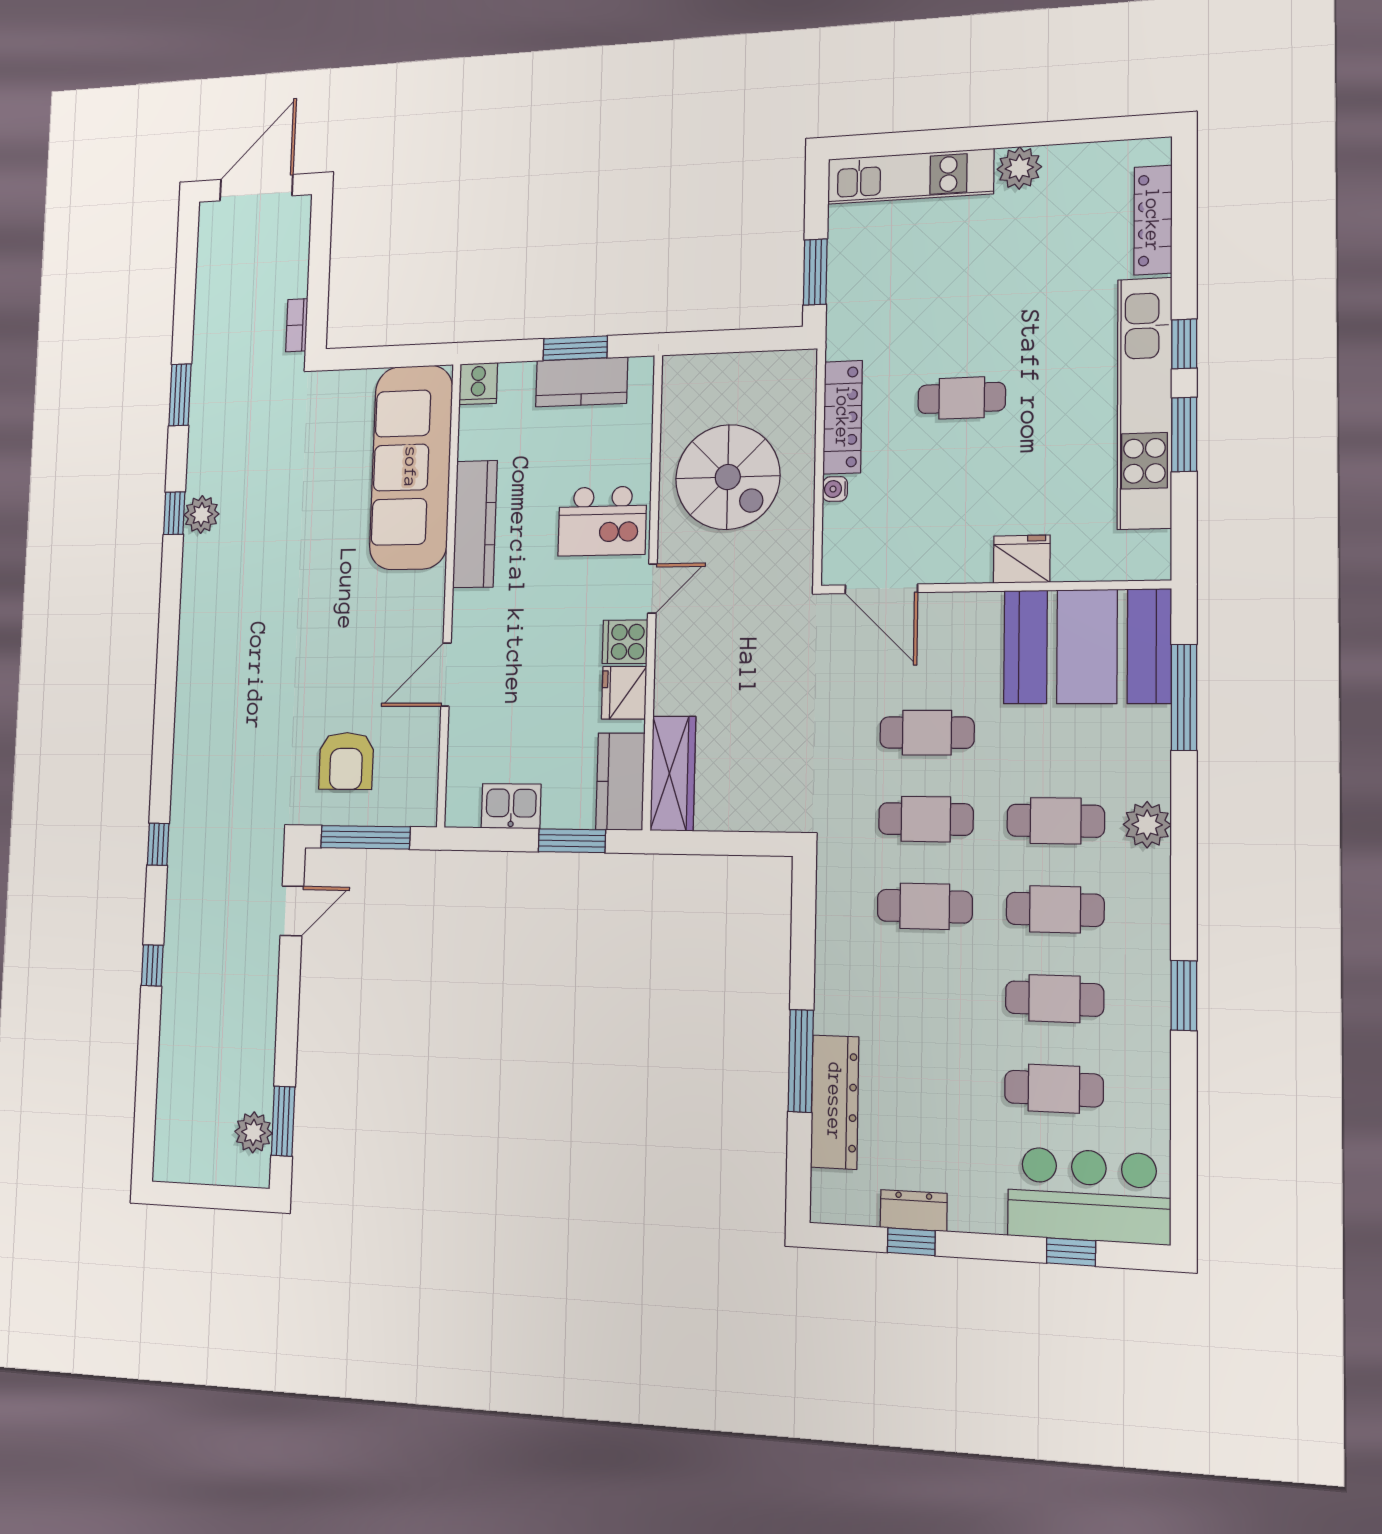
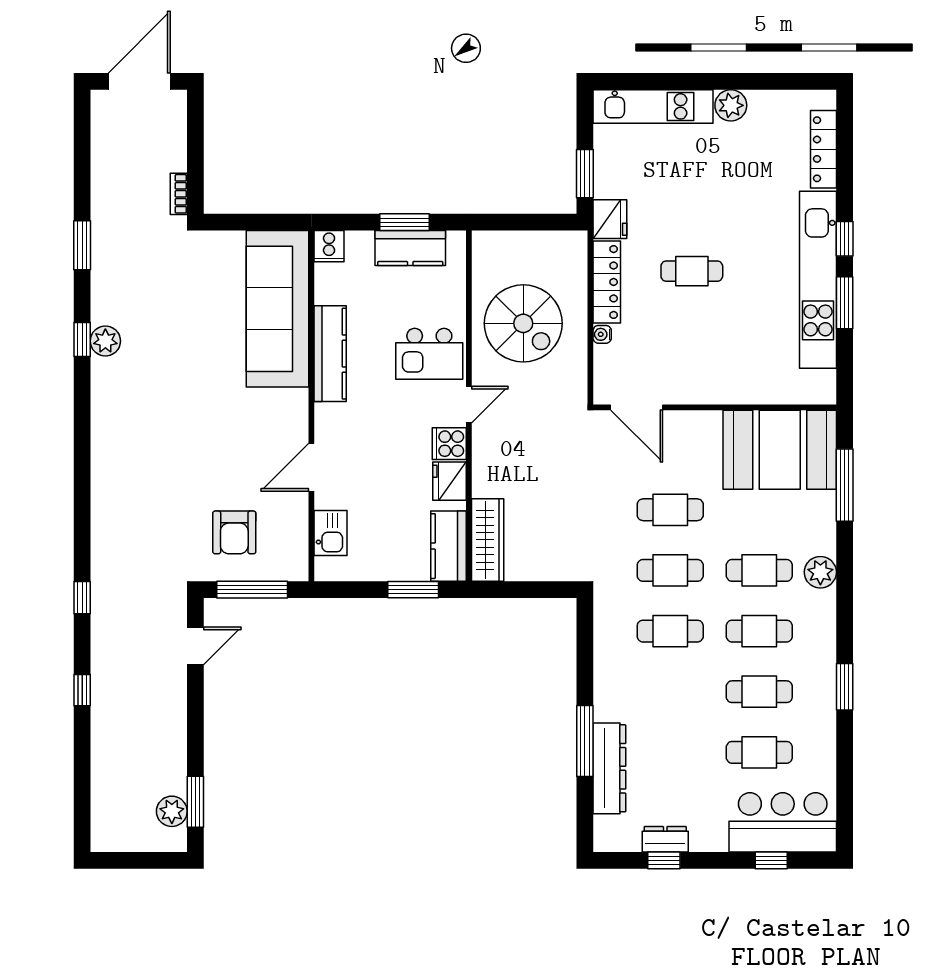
fridge: (1022, 559) -> (610, 219), moved, turned 90
kitchen sink: (511, 806) -> (331, 533), moved, turned 90

